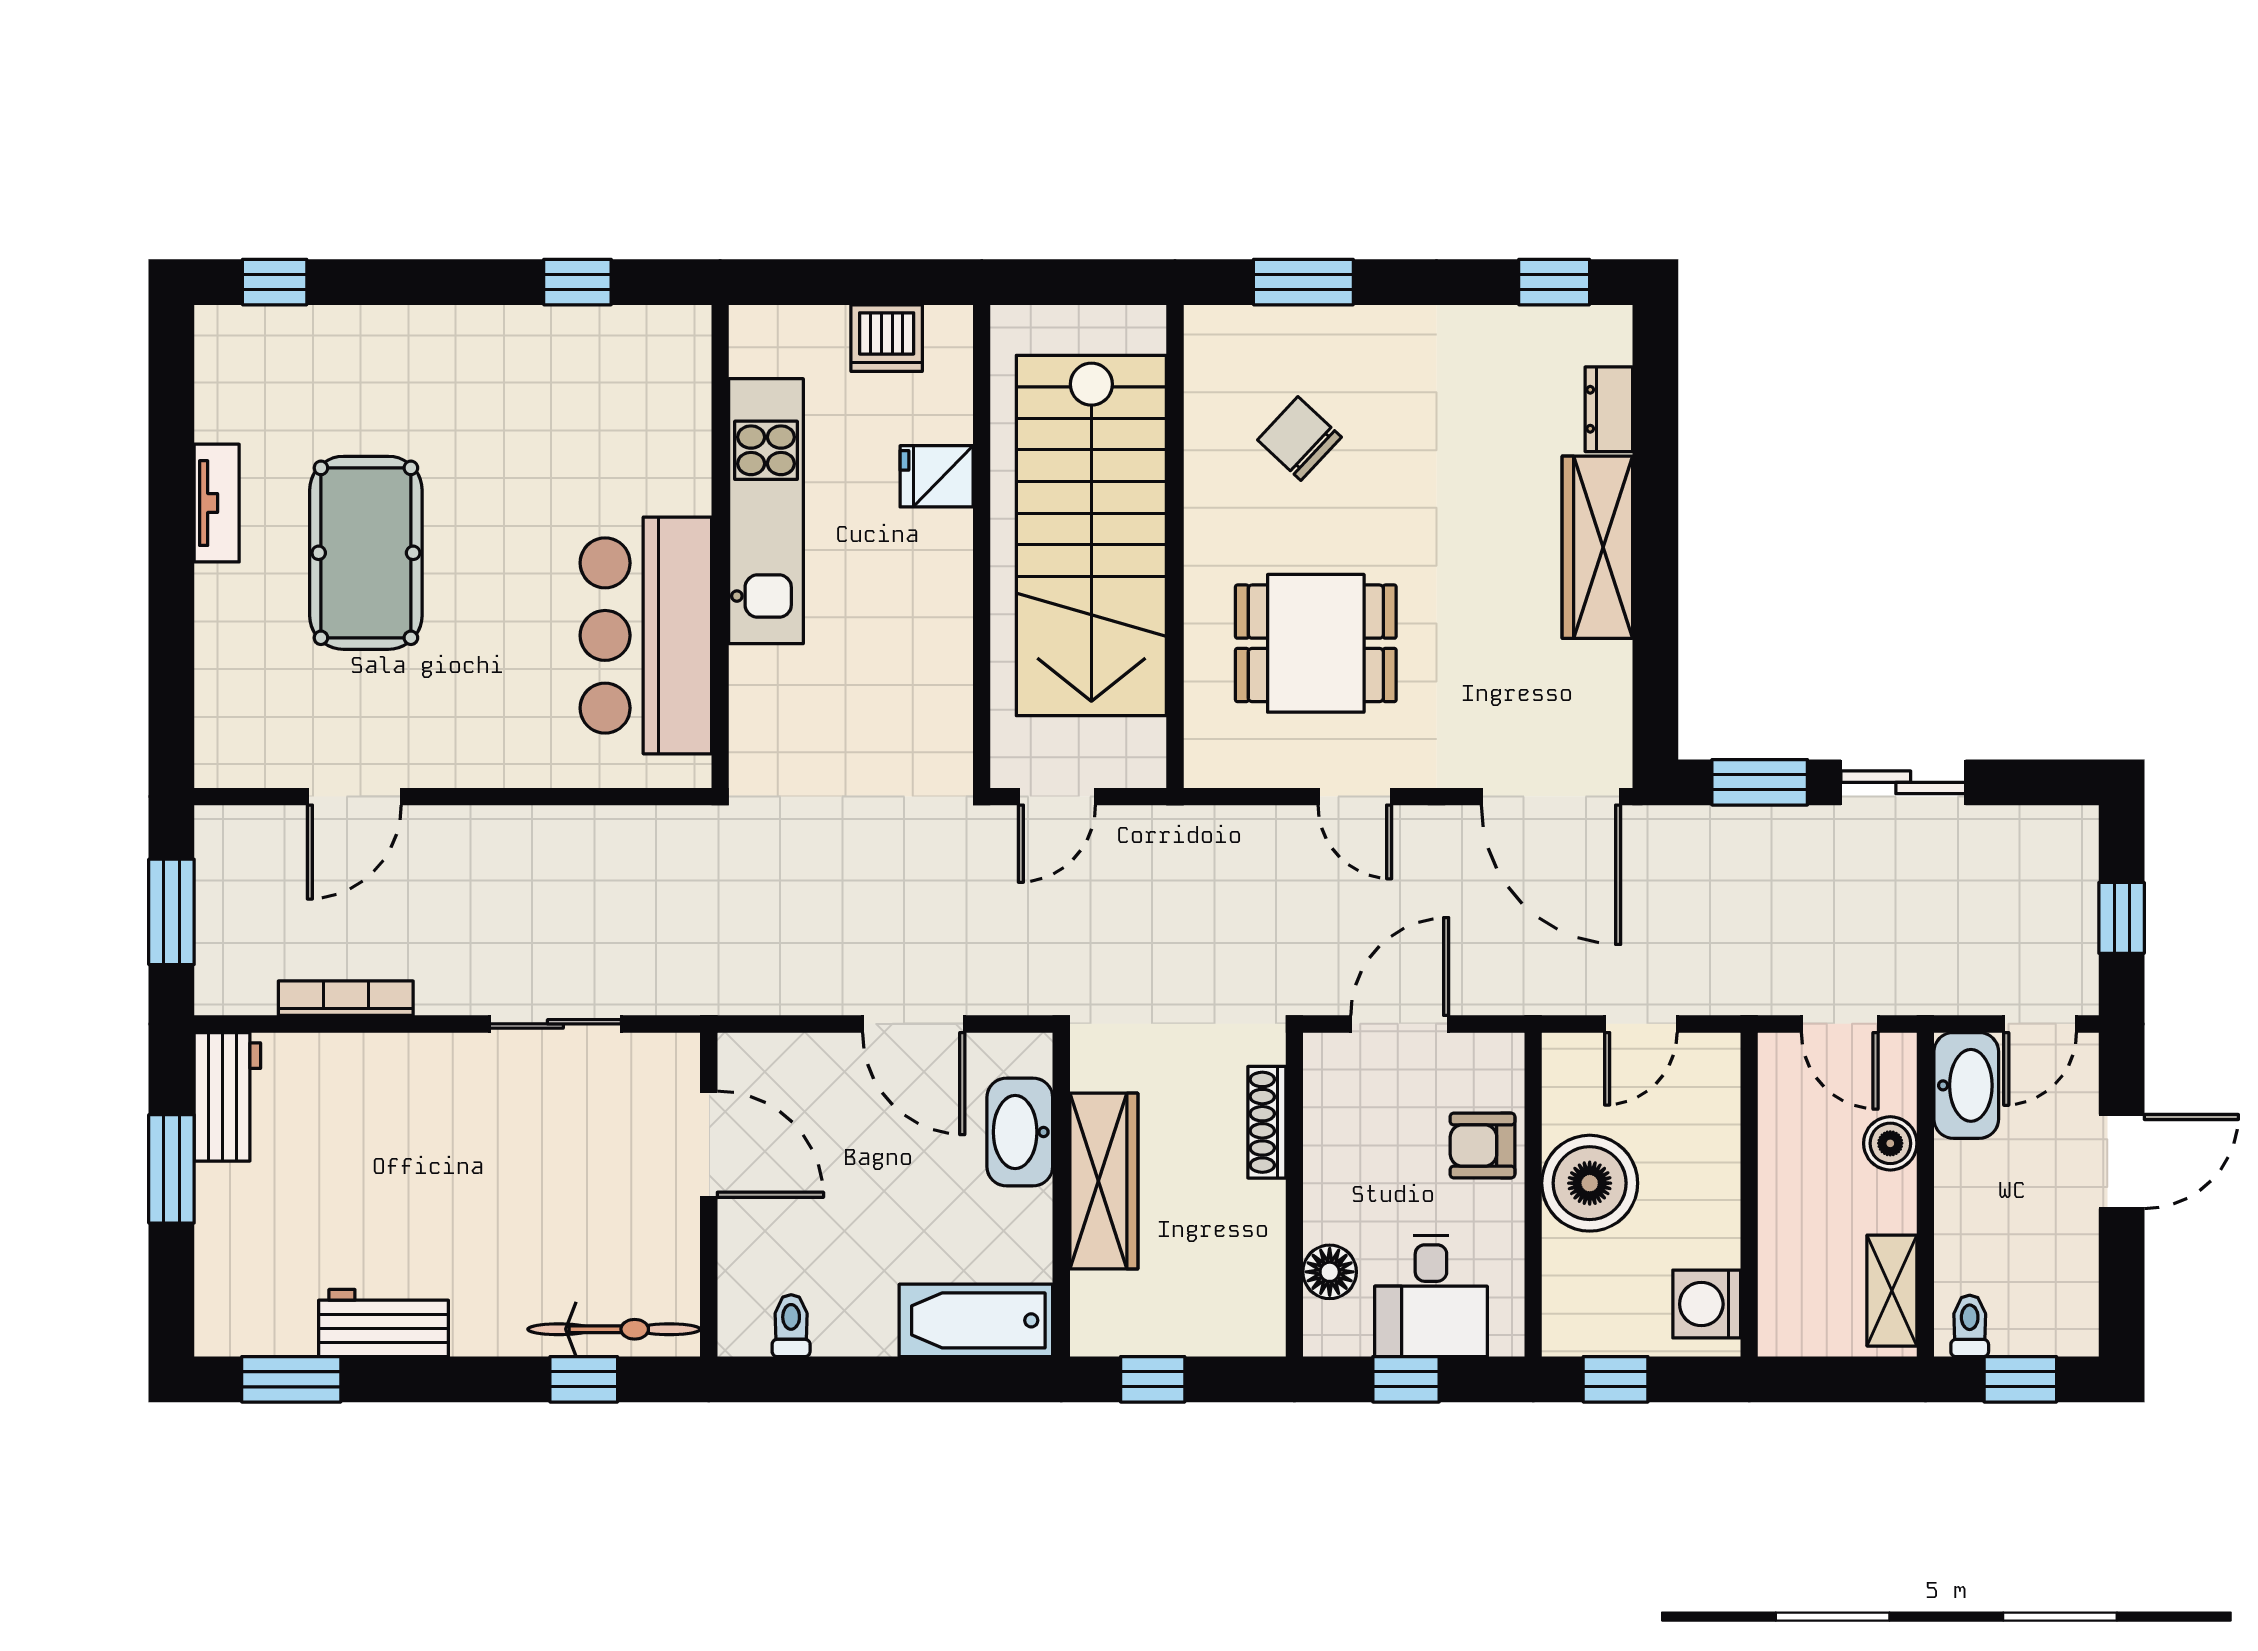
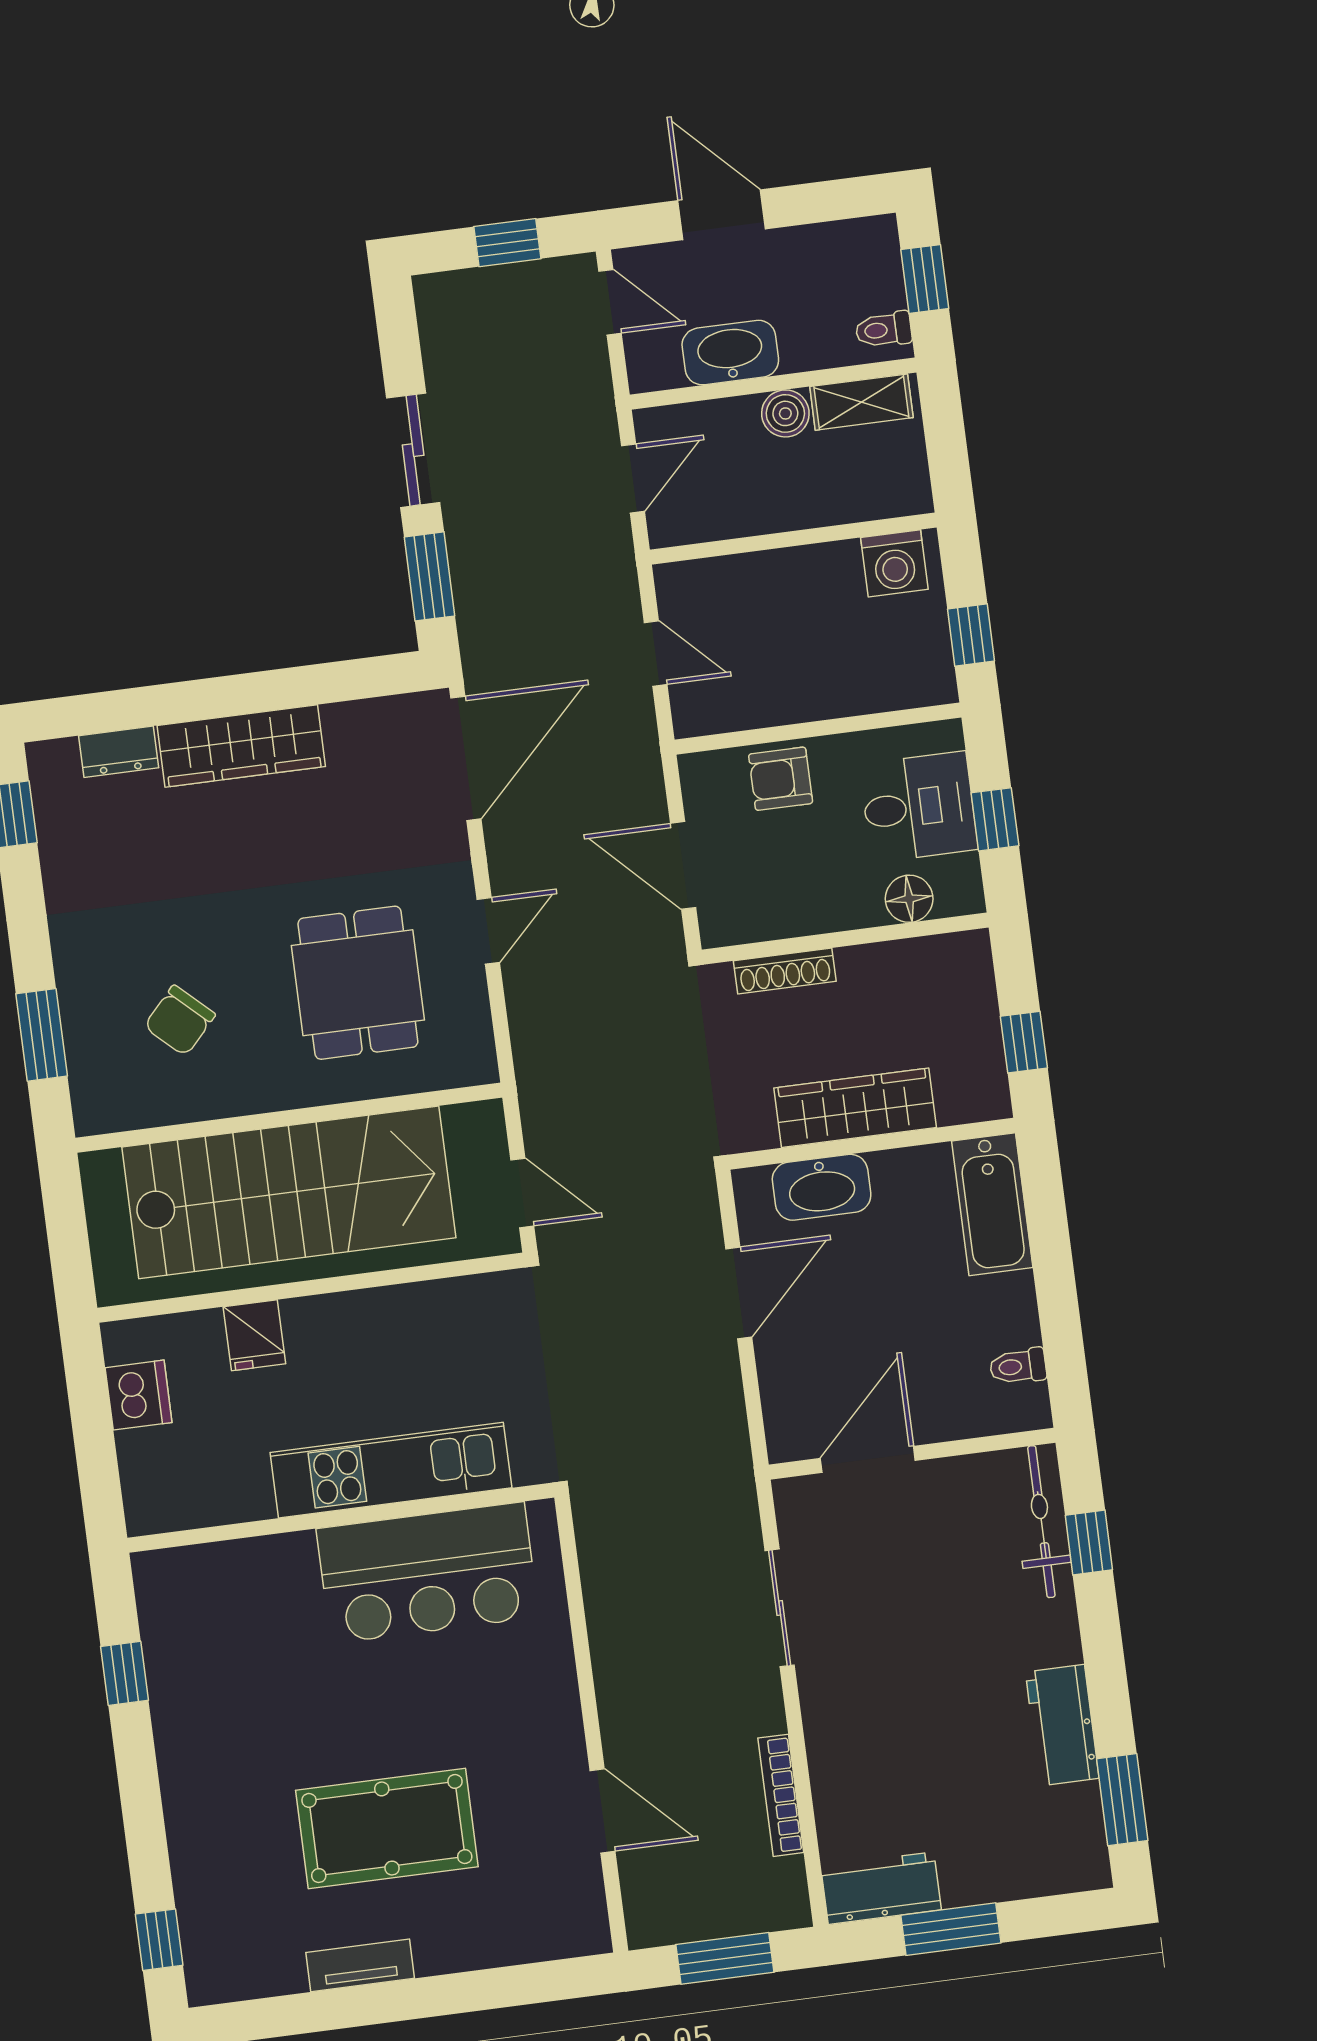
kitchen unit: (766, 511) -> (391, 1470), moved
washbasin: (1966, 1085) -> (730, 353), moved
boiler: (1890, 1143) -> (785, 413), moved
armchair: (1483, 1146) -> (781, 779), turned 90
boiler: (1590, 1183) -> (801, 680), removed

